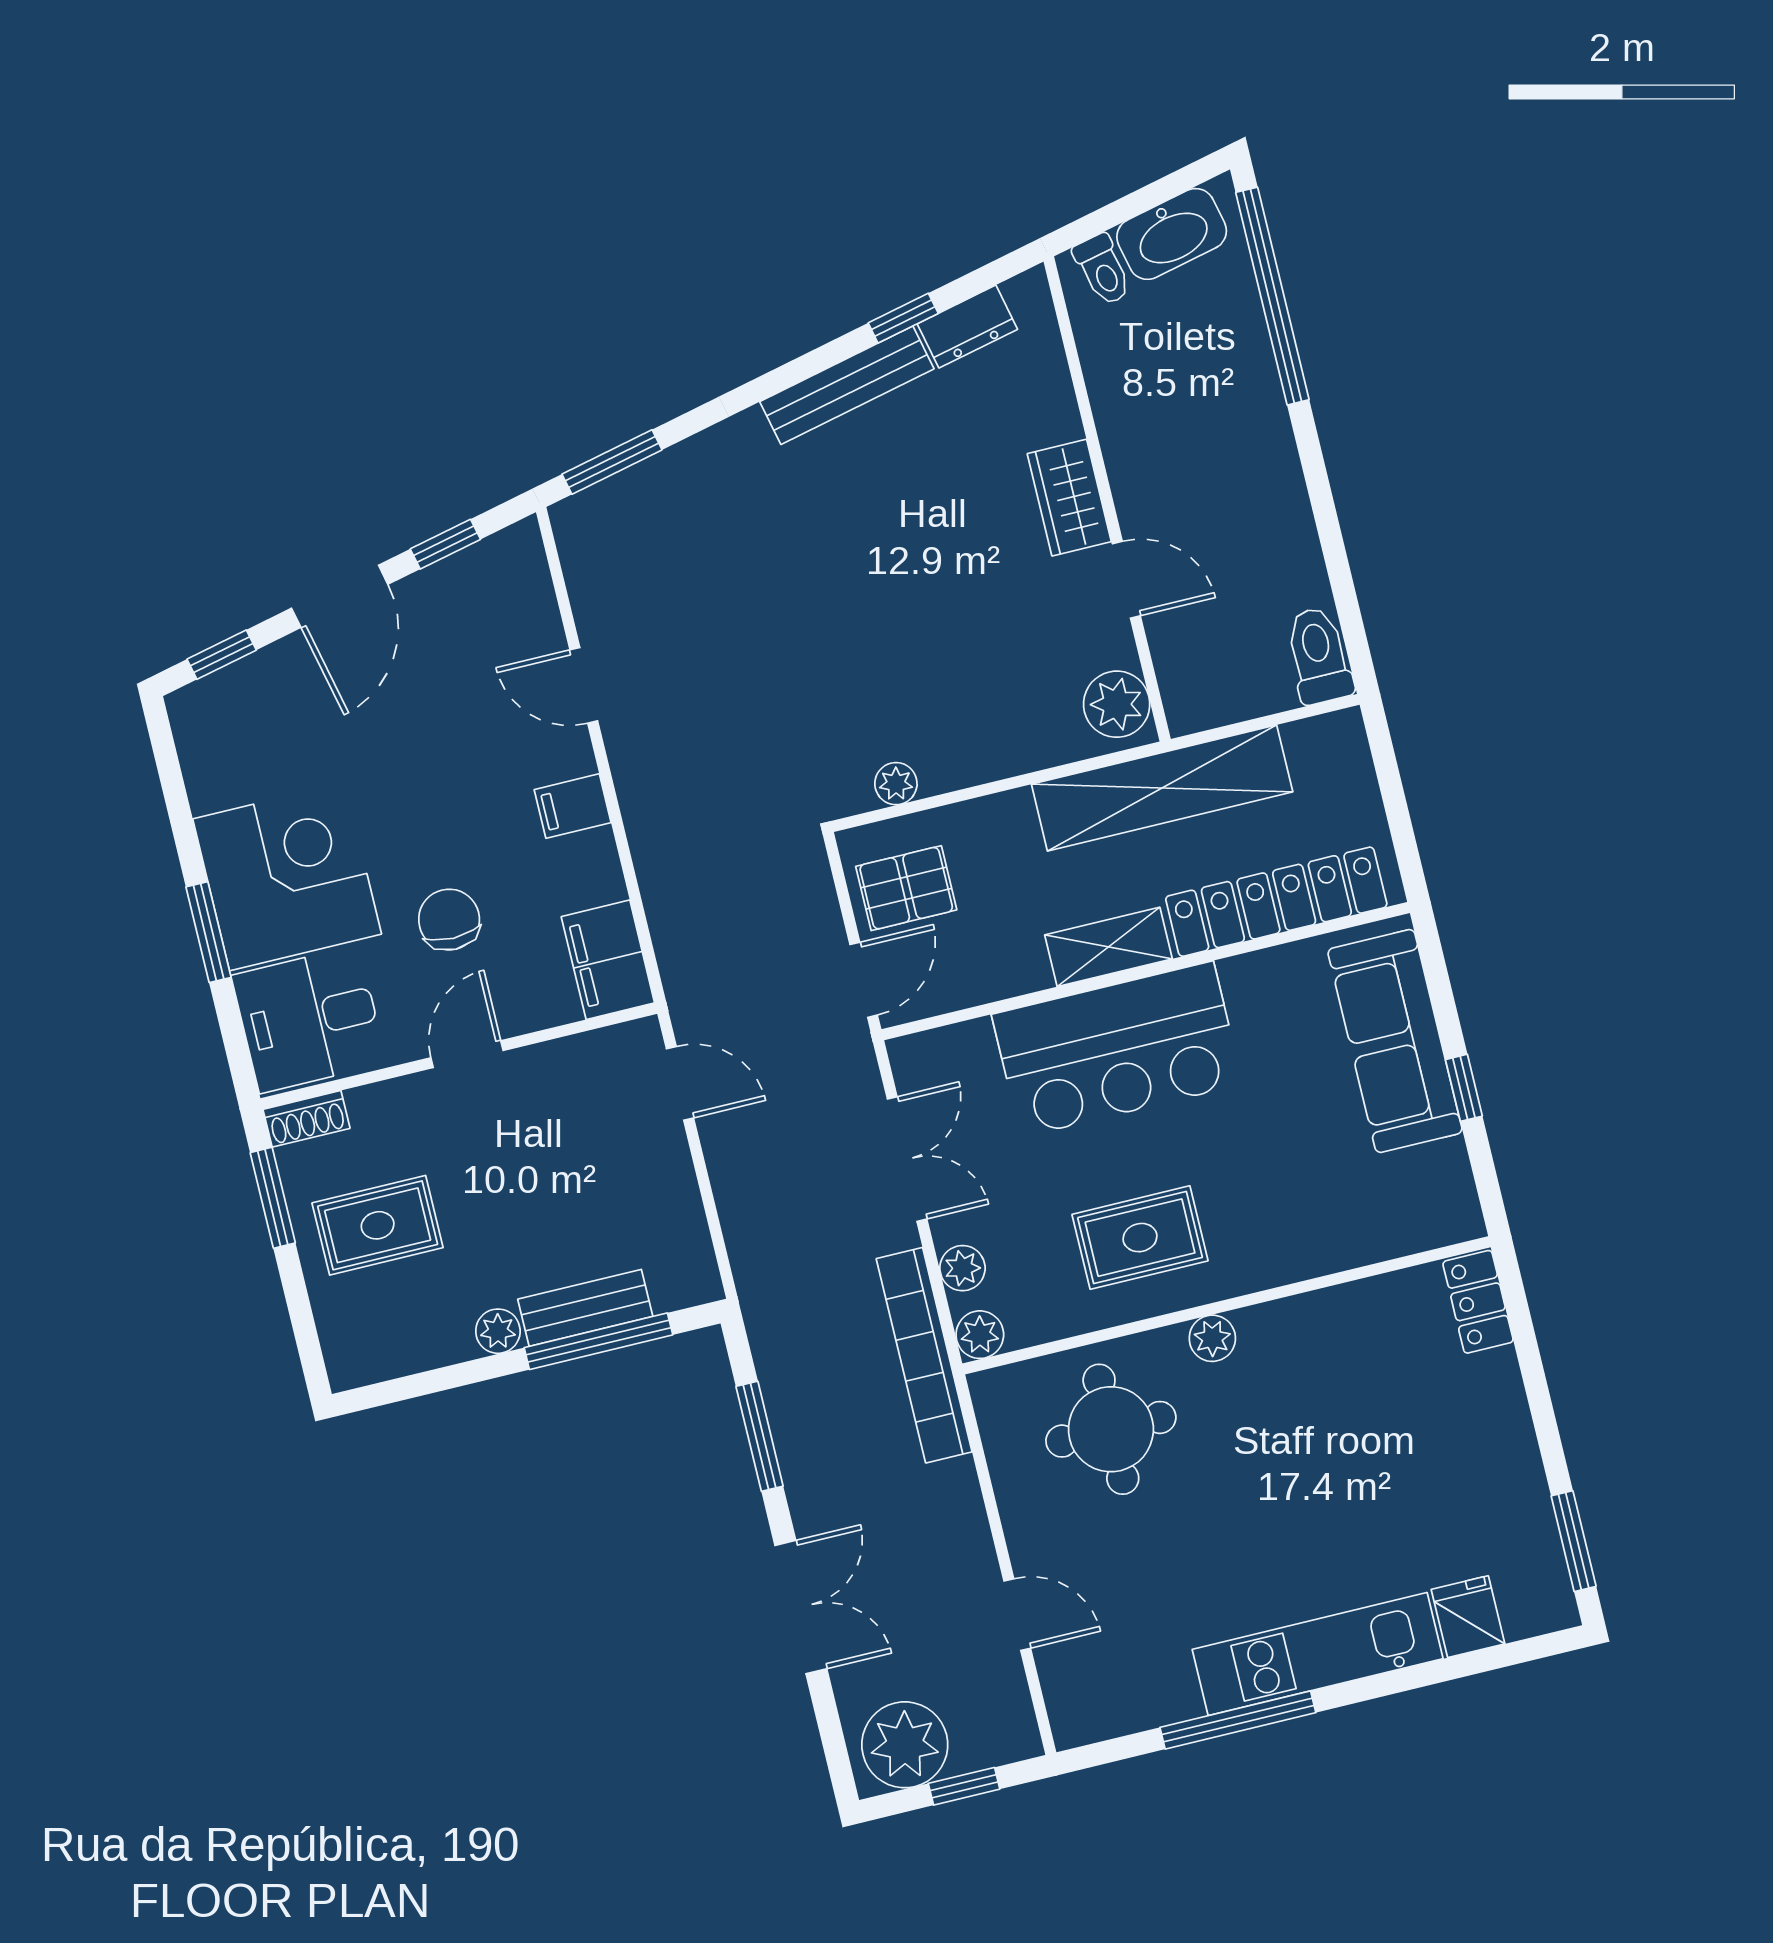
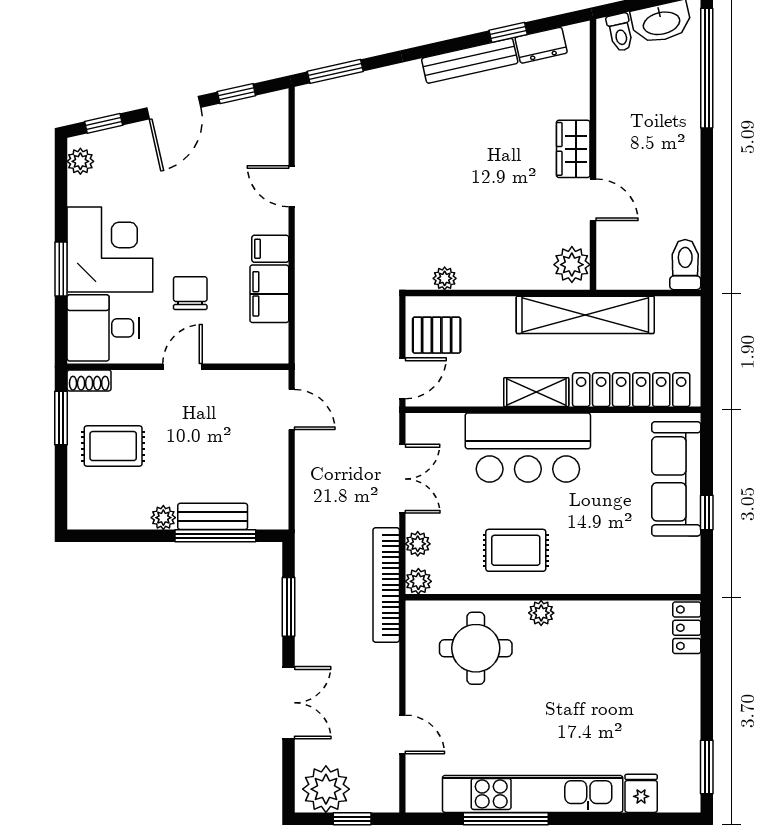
plant: (196, 732) -> (80, 161), added
filing cabinet: (608, 960) -> (269, 294), moved
kitchen unit: (1318, 1654) -> (533, 794), width x1.36

